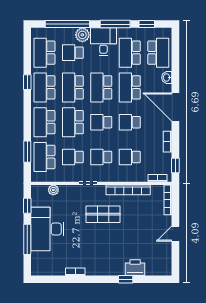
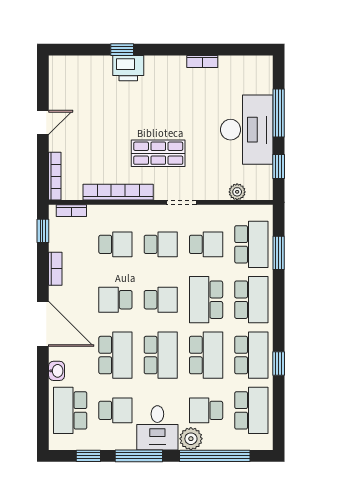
school desk: (73, 53) -> (206, 410), turned 180
school desk: (130, 53) -> (115, 410), width x0.54
school desk: (73, 122) -> (206, 300), turned 180
school desk: (130, 122) -> (115, 300), turned 180
printer: (135, 268) -> (128, 68), moved

